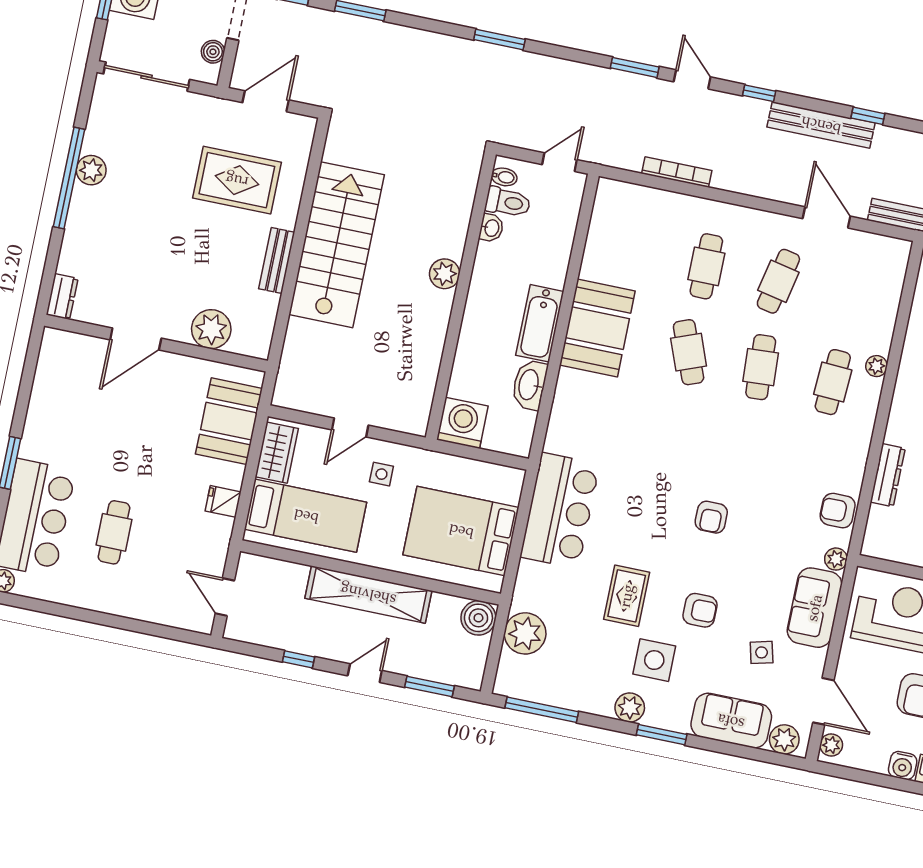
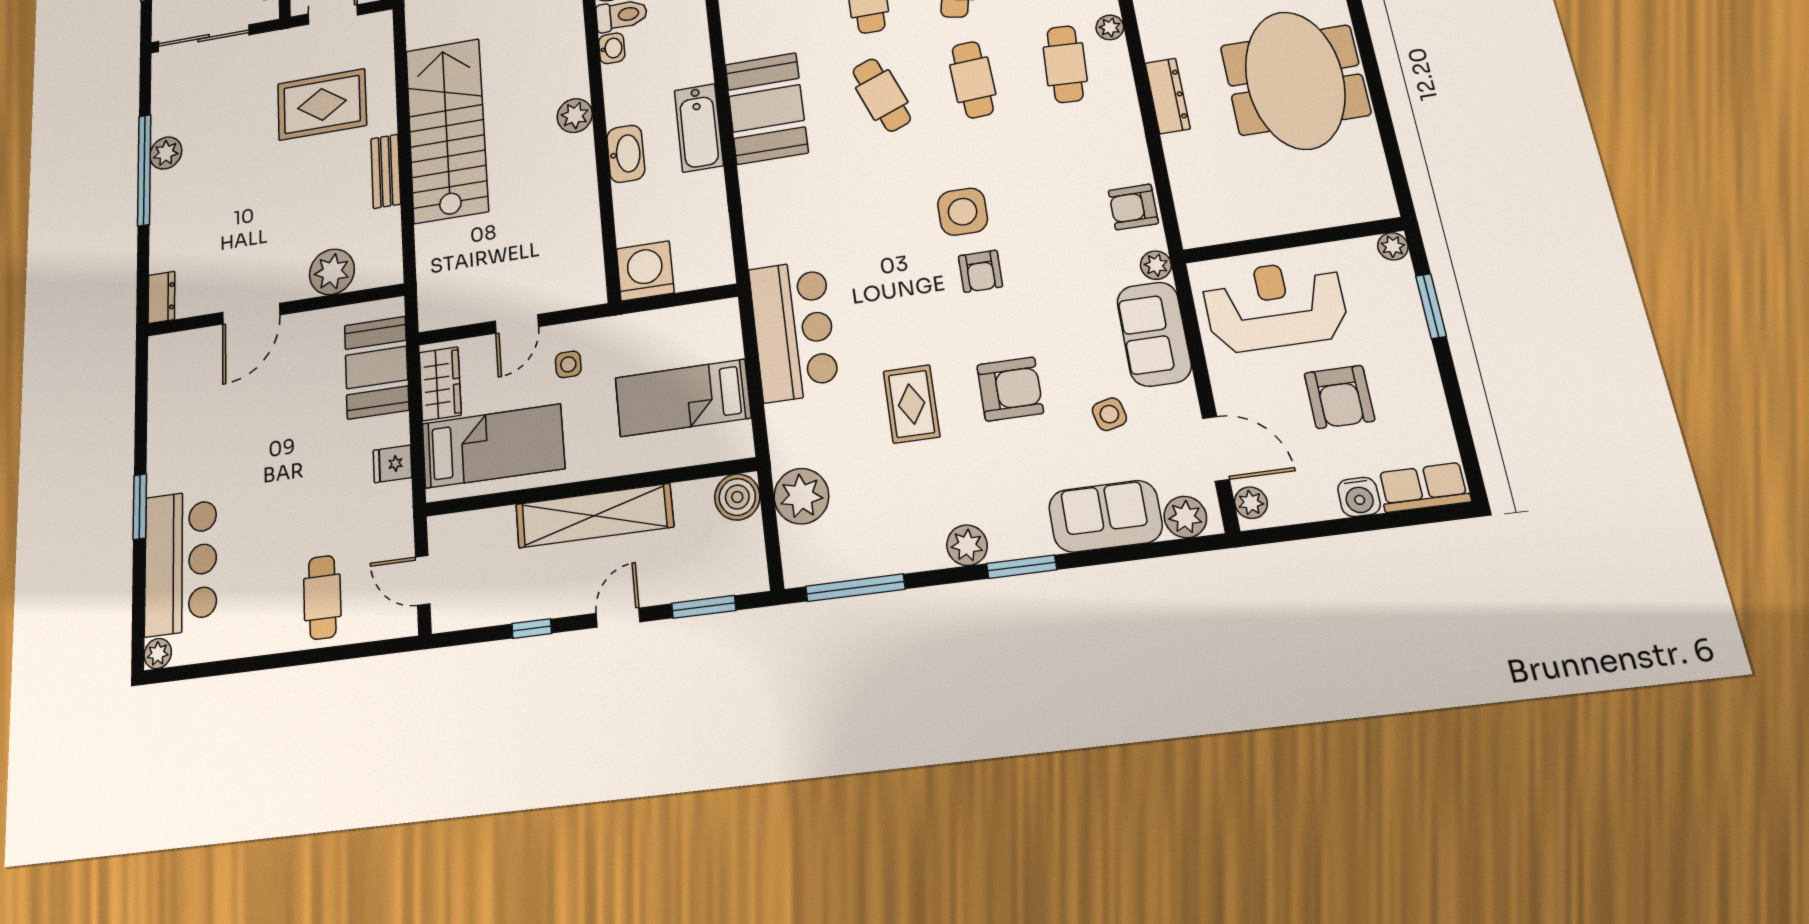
washbasin: (529, 385) -> (626, 154), moved, turned 180
dresser: (888, 475) -> (1168, 96), moved
bed: (461, 531) -> (683, 398), width x0.67
cafe table: (114, 532) -> (322, 597), moved
armchair: (700, 610) -> (1010, 389), width x1.38, depth x1.38
side table: (654, 660) -> (963, 212), moved

